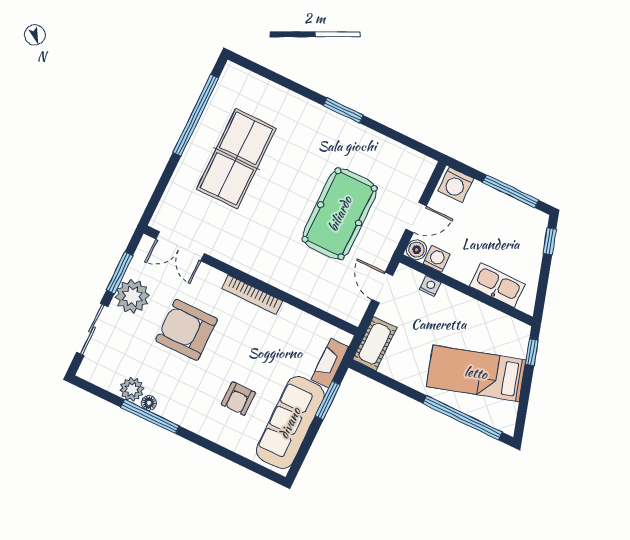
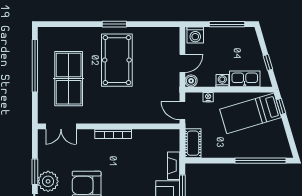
pool table: (340, 214) -> (117, 60), moved
window: (550, 241) -> (268, 62), moved
double door: (180, 246) -> (61, 126), moved
washing machine: (437, 259) -> (222, 81), moved
wall: (251, 280) -> (109, 126), moved
bookcase: (252, 295) -> (113, 134), moved
bed: (476, 373) -> (251, 113), moved

